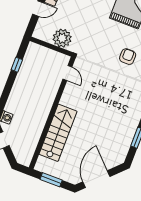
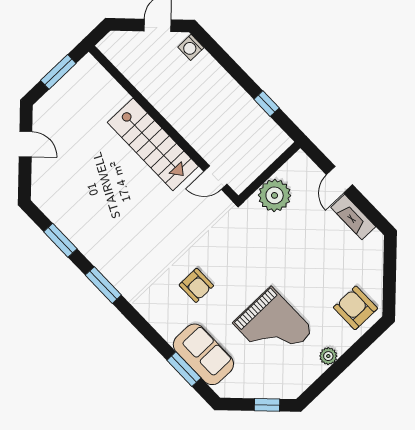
stairs: (58, 133) -> (153, 144), moved
door: (96, 179) -> (26, 144), width x0.53

